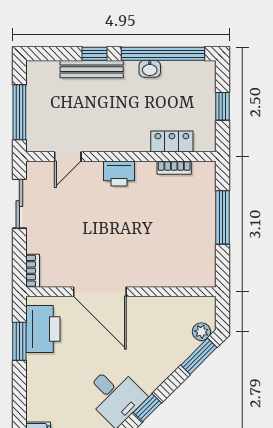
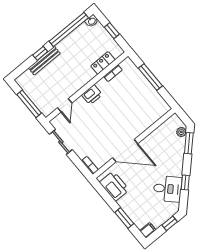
washbasin: (150, 69) -> (92, 21), moved
window: (19, 341) -> (124, 218), moved

